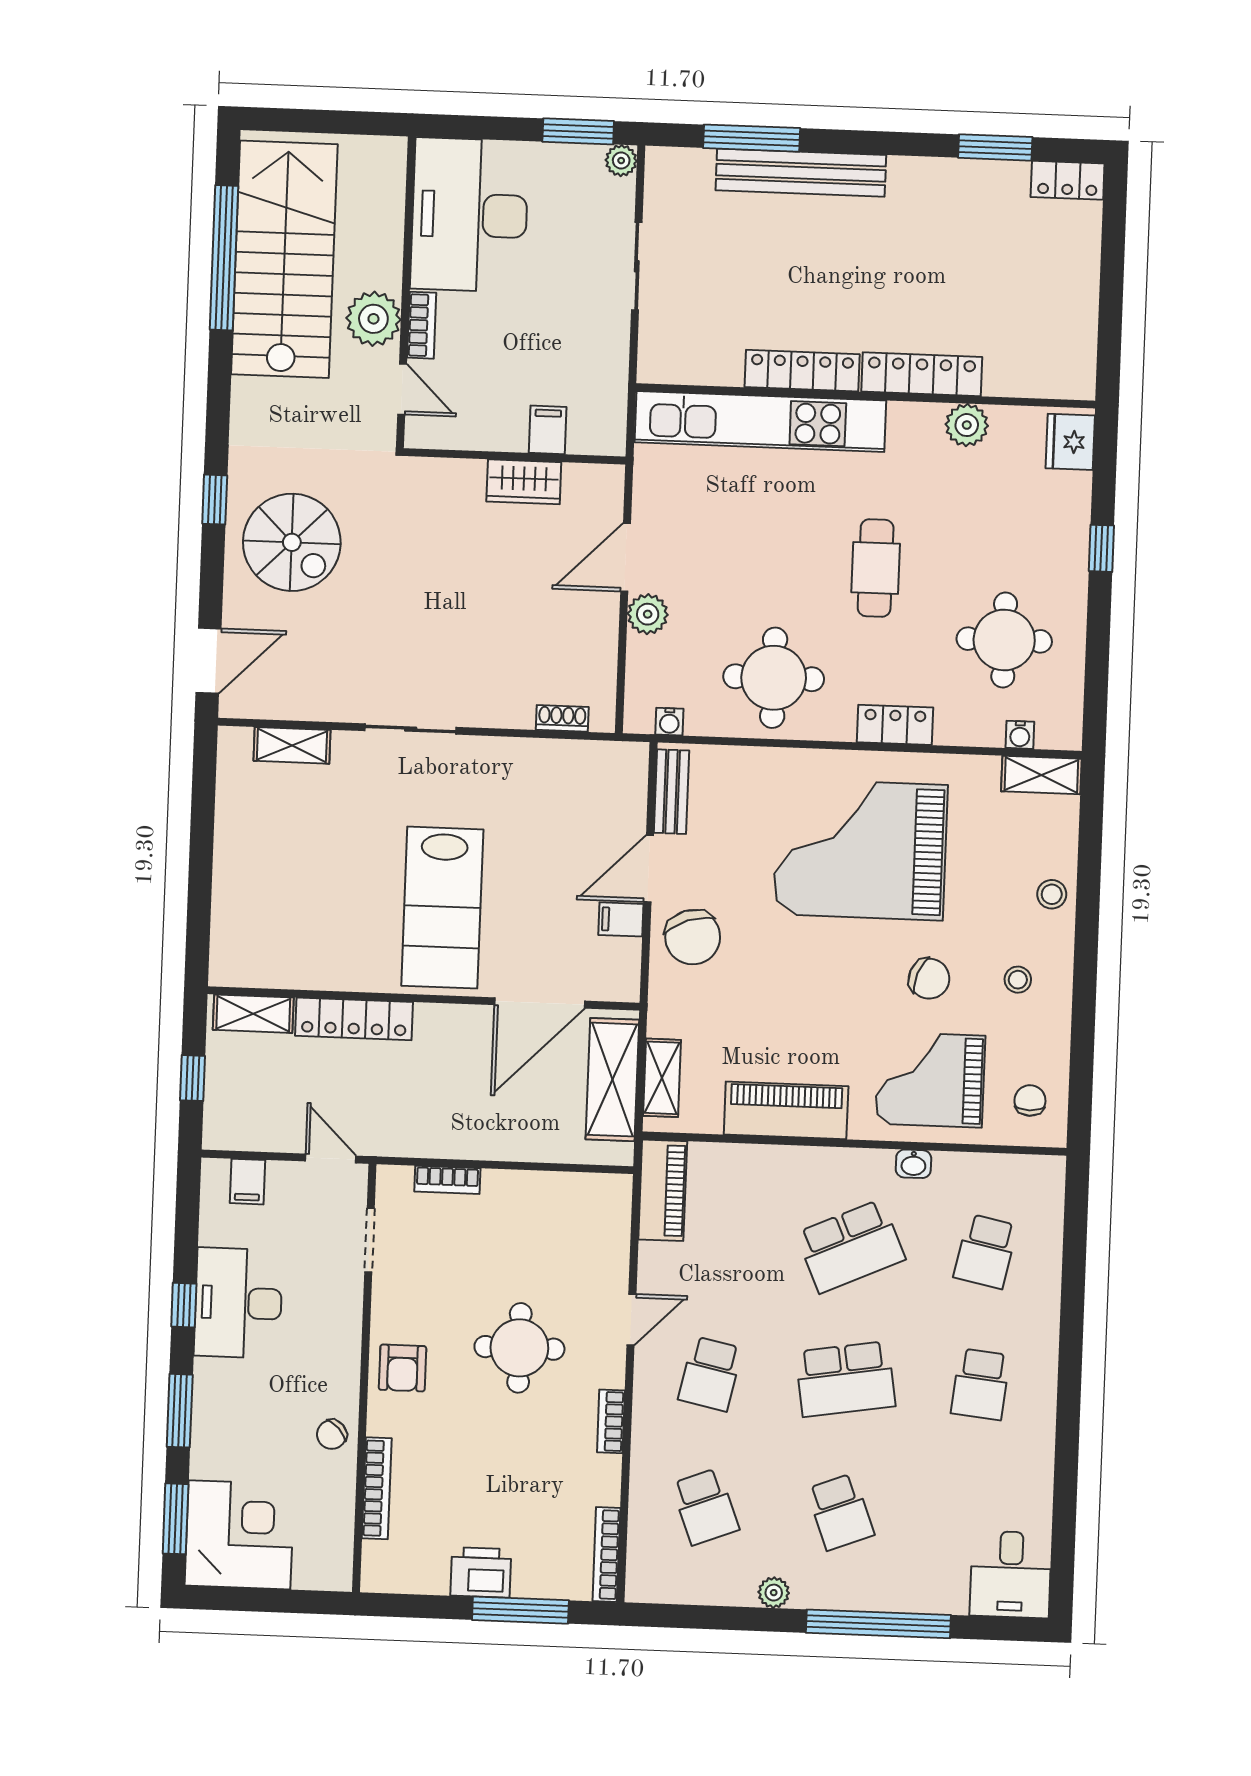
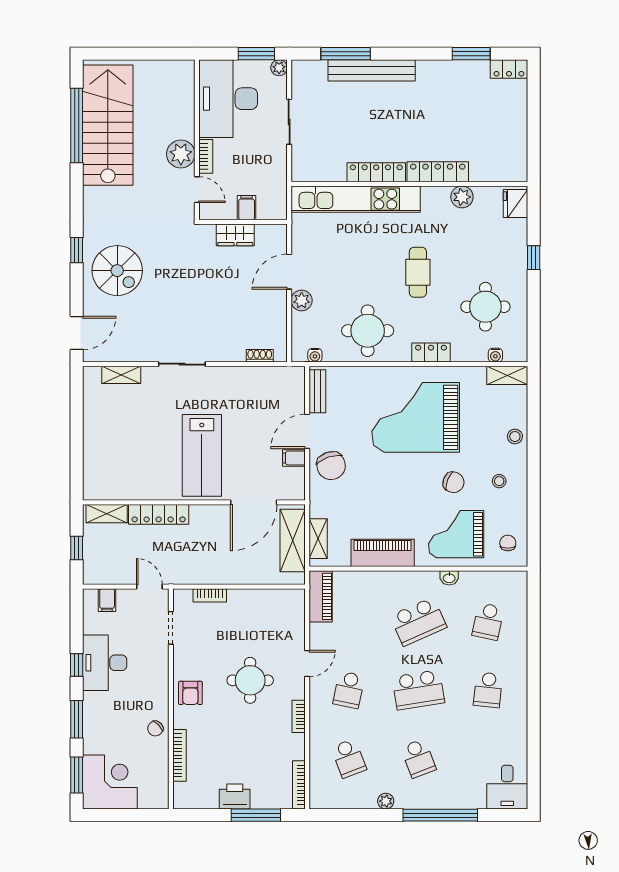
desk: (470, 215) -> (228, 99), moved
wall: (406, 292) -> (197, 140), moved
plant: (373, 319) -> (181, 154), moved
bookcase: (422, 325) -> (206, 156), moved
door: (402, 389) -> (197, 190), moved

